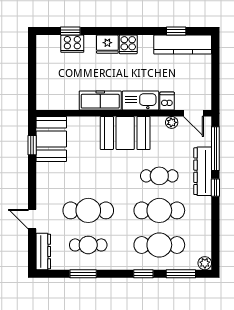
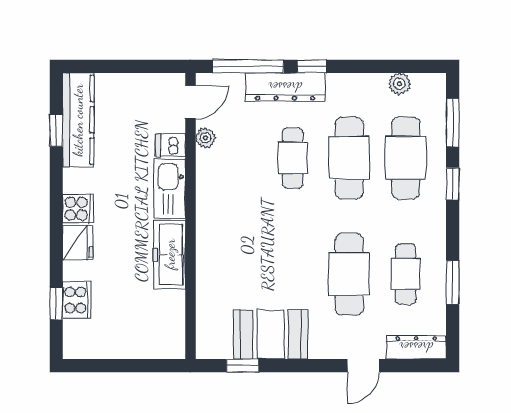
booth: (125, 133) -> (223, 214), removed
booth: (51, 139) -> (271, 334), moved
plant: (205, 263) -> (399, 84), moved

